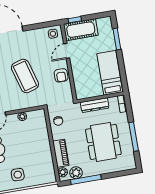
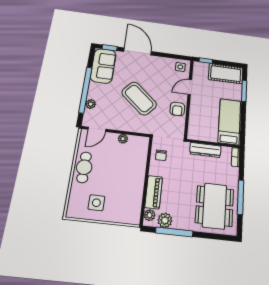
cot: (81, 30) -> (226, 74), moved
coffee table: (25, 76) -> (139, 98), turned -33
dining table: (103, 142) -> (215, 206), moved

